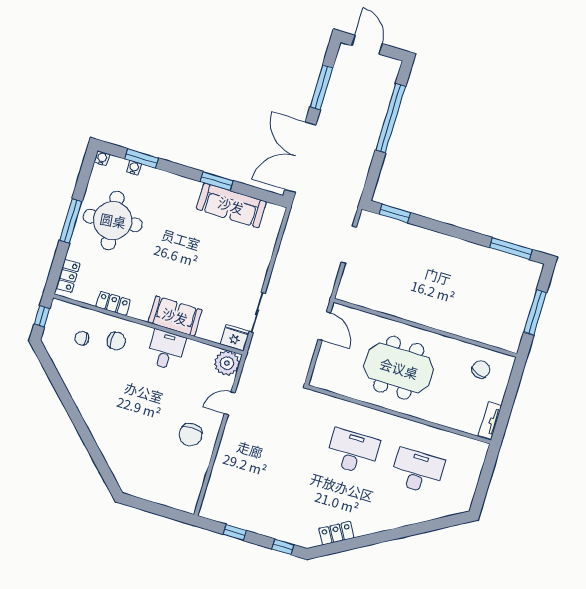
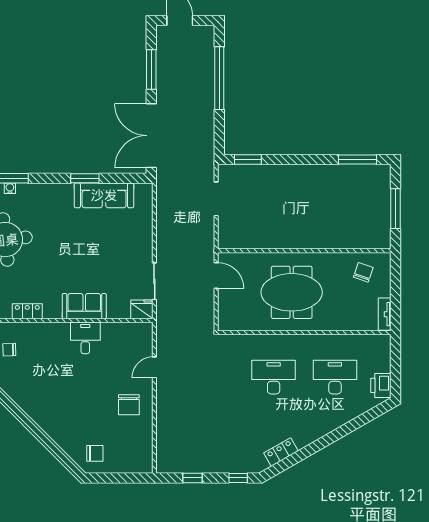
chair: (116, 341) -> (95, 453), moved
plant: (227, 363) -> (142, 333), removed
printer: (463, 495) -> (381, 385), added

